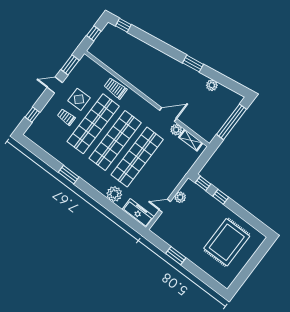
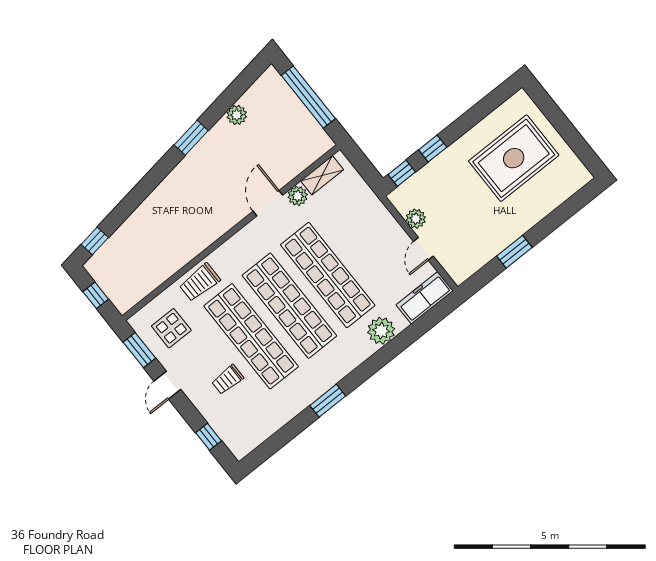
display table: (79, 99) -> (171, 328), moved
rug: (227, 242) -> (514, 158), turned 90

